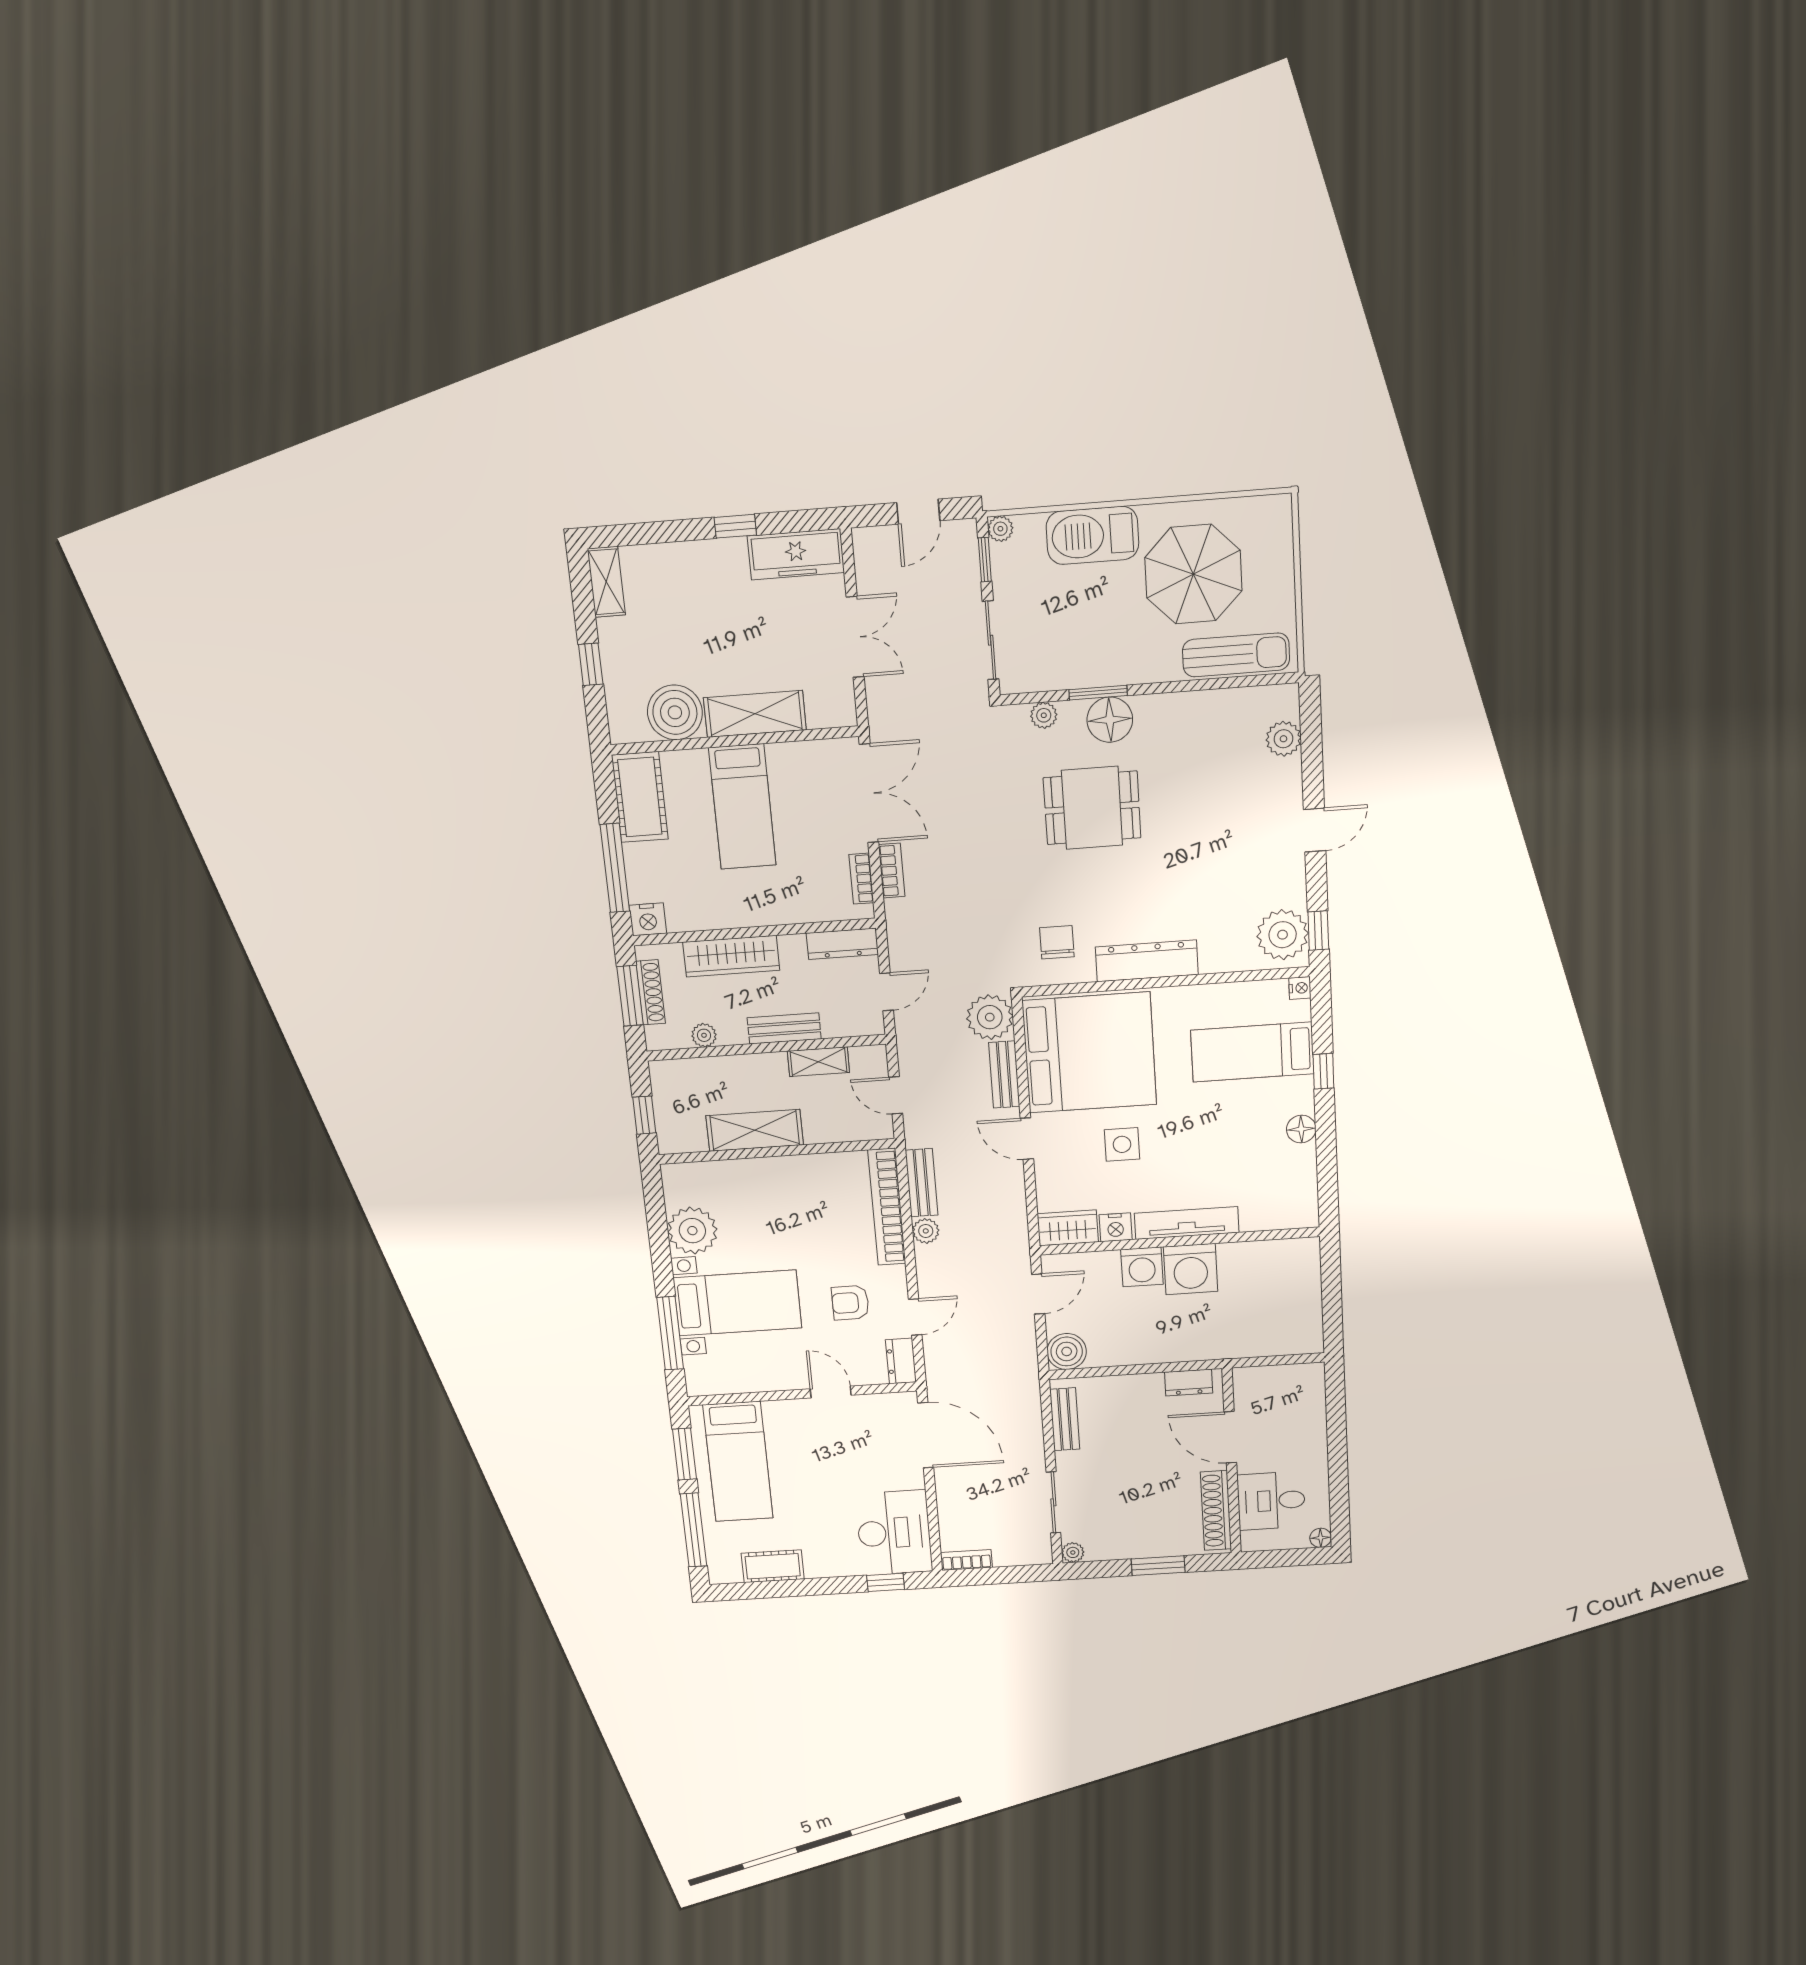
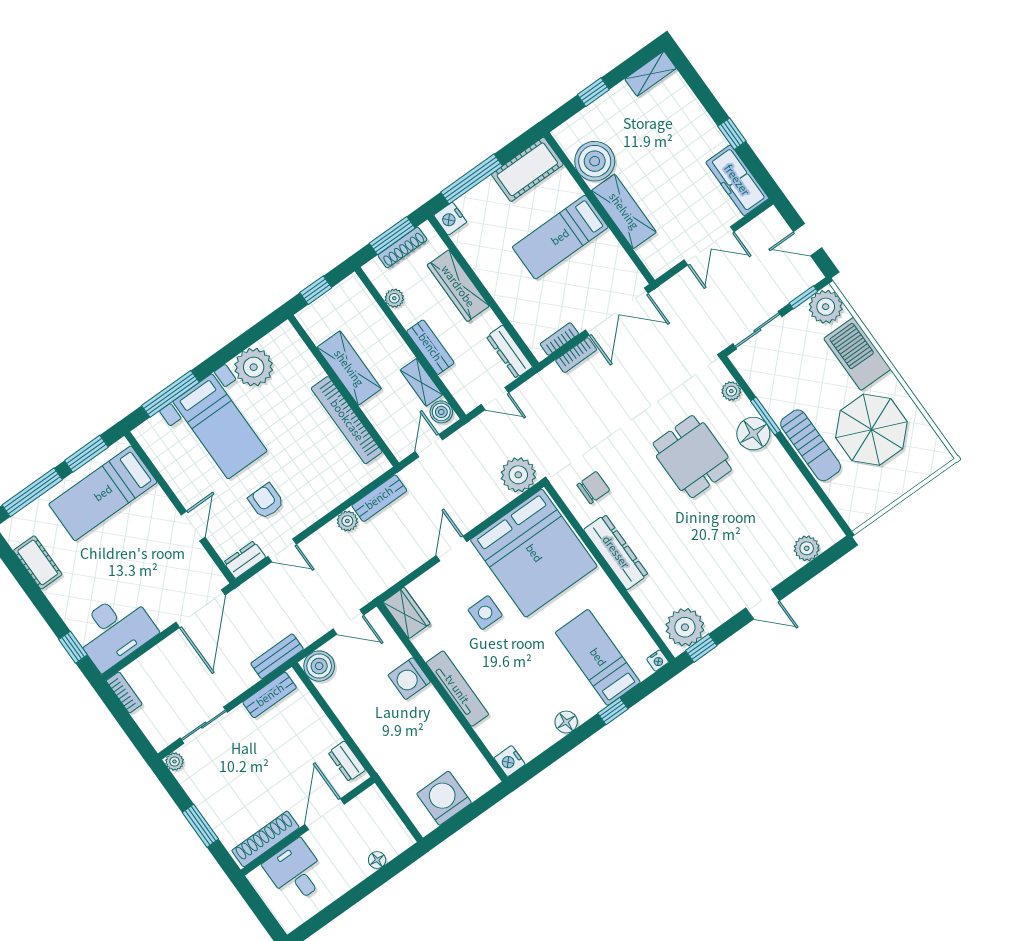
plant: (1000, 529) -> (826, 307), width x1.87, depth x1.87
sun lounger: (1236, 655) -> (811, 445), moved
boiler: (866, 1060) -> (441, 412), added
bench: (1004, 1074) -> (277, 656), moved
bookcase: (887, 1207) -> (347, 420), moved, turned -90
nightstand: (1116, 1227) -> (510, 761), moved
washing machine: (1191, 1269) -> (444, 798), moved, turned 90
floor lamp: (1321, 1538) -> (377, 860), moved

